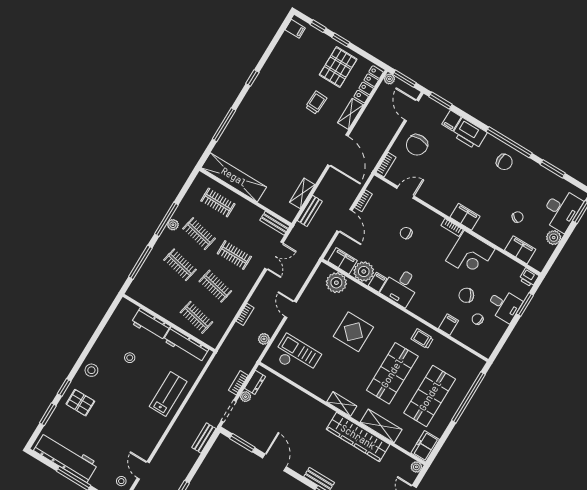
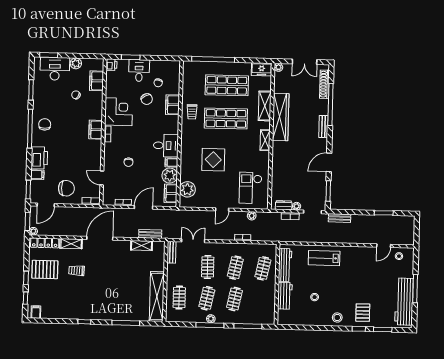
filing cabinet: (449, 325) -> (173, 105), width x2.00

